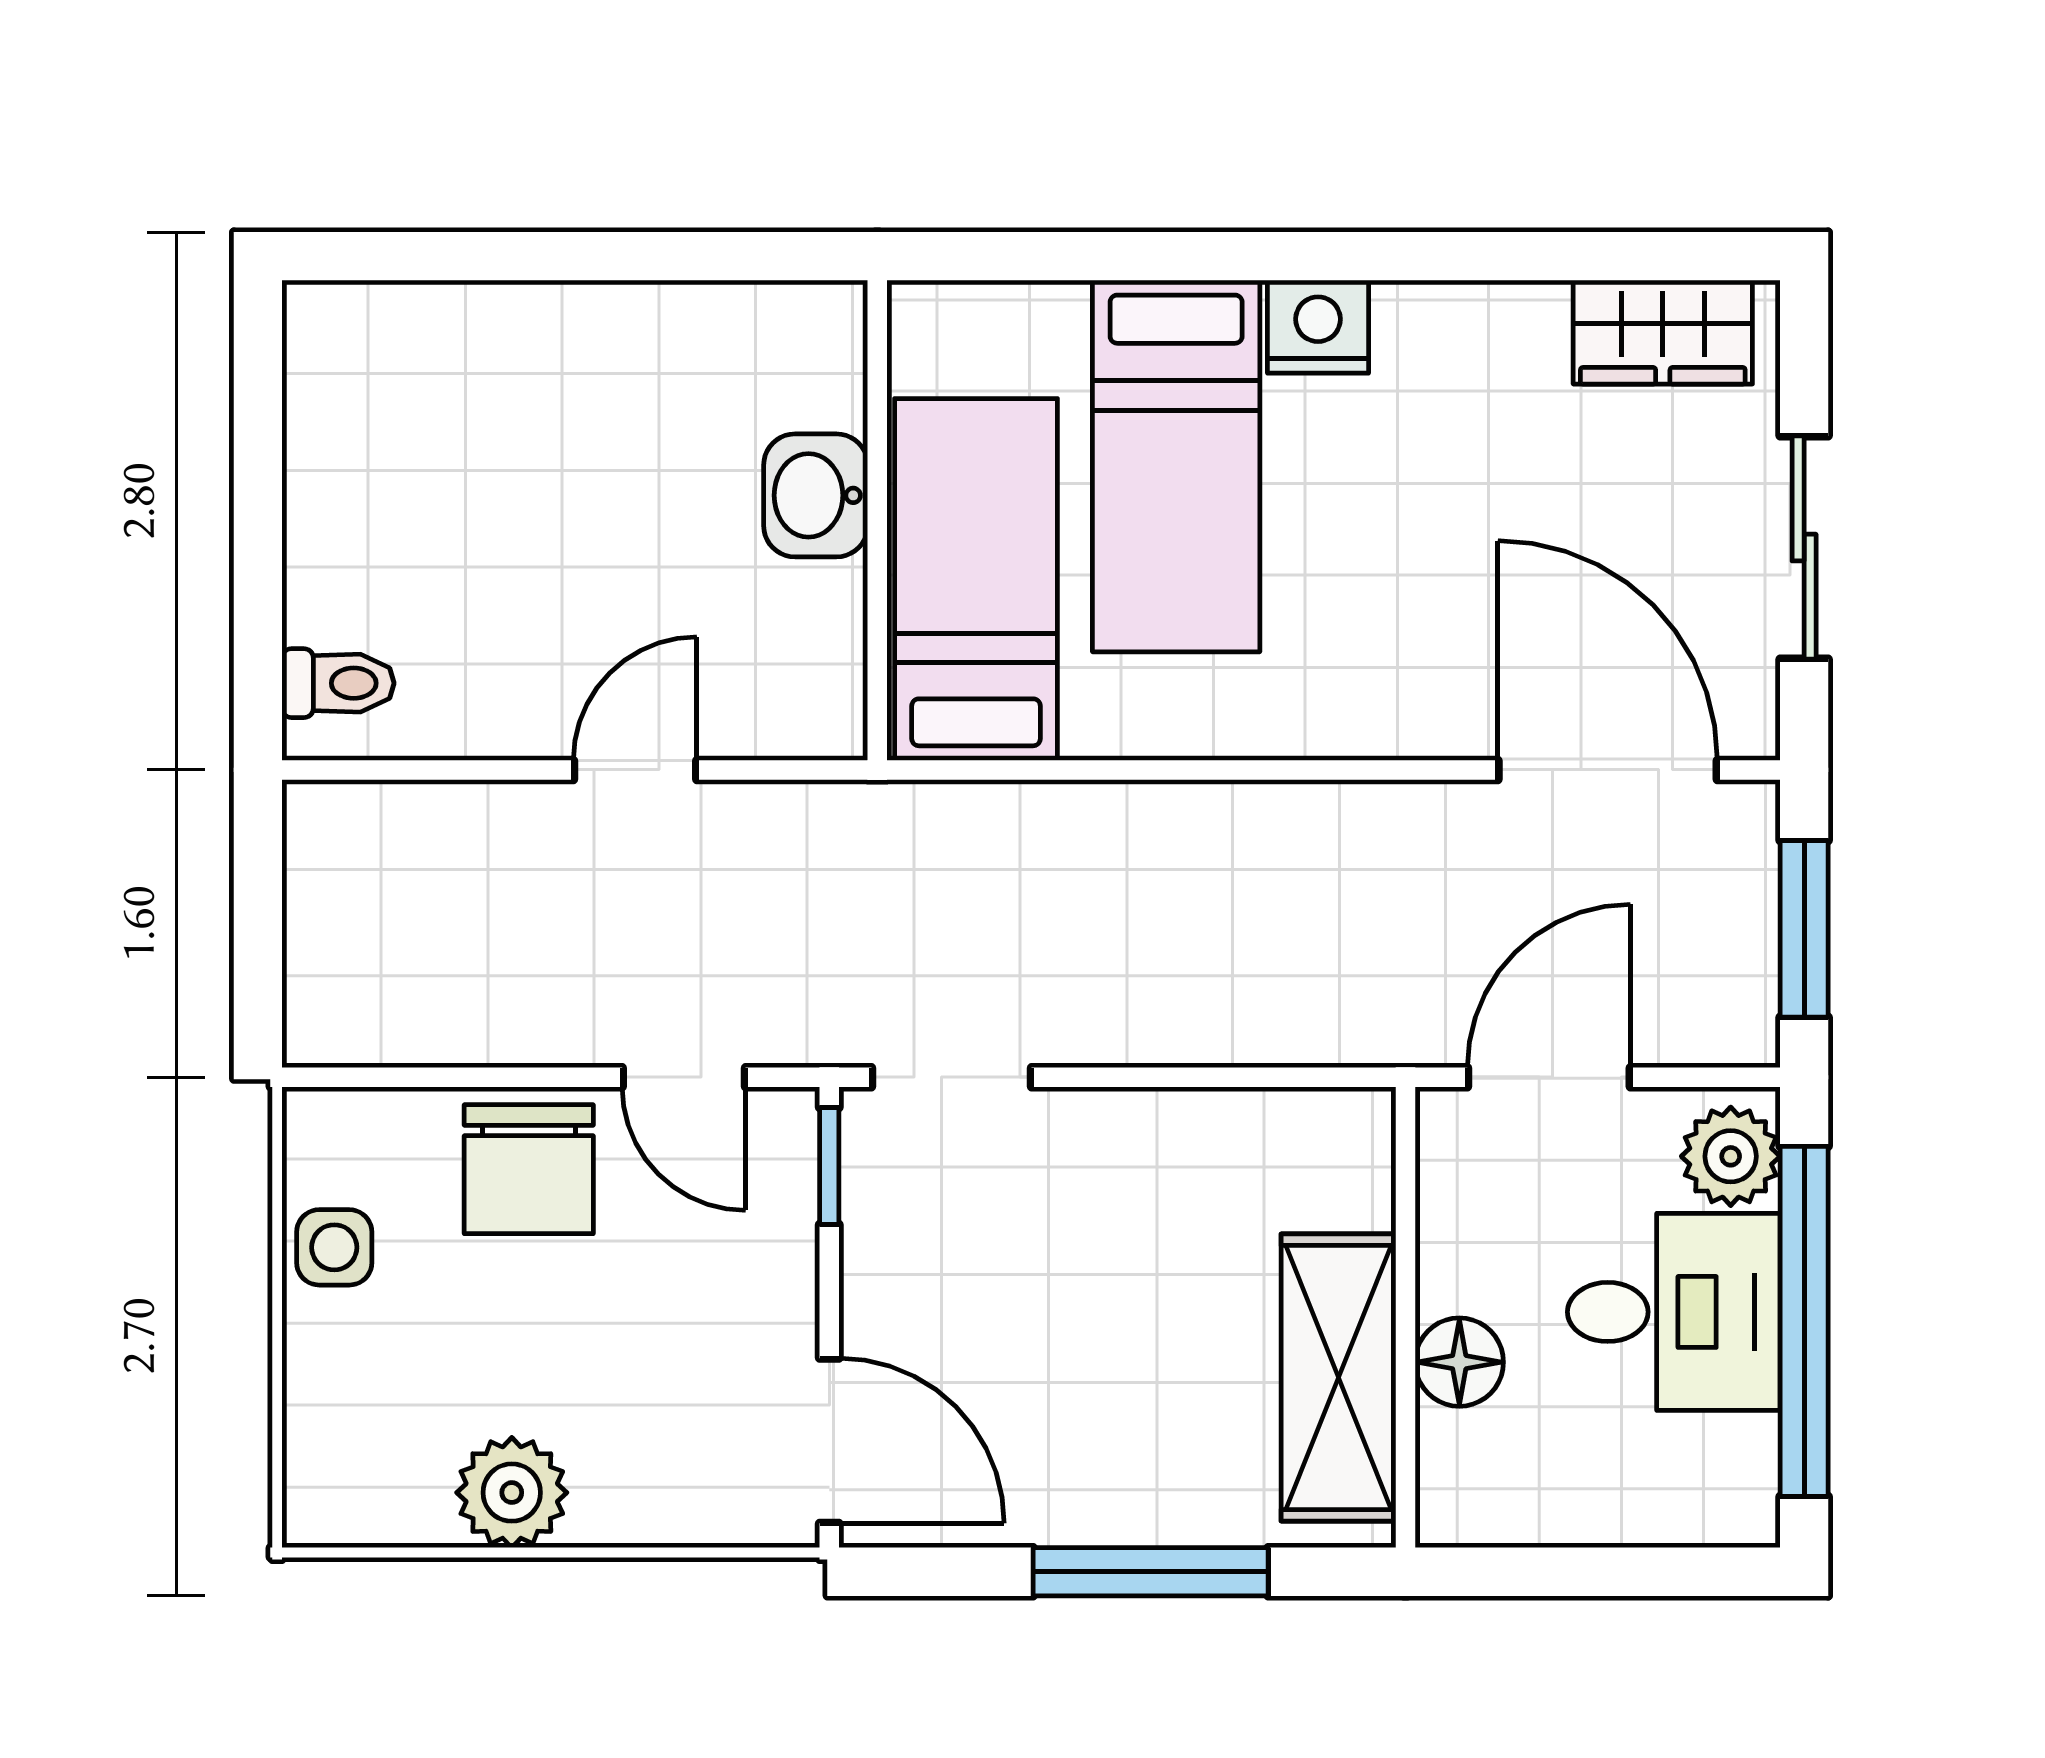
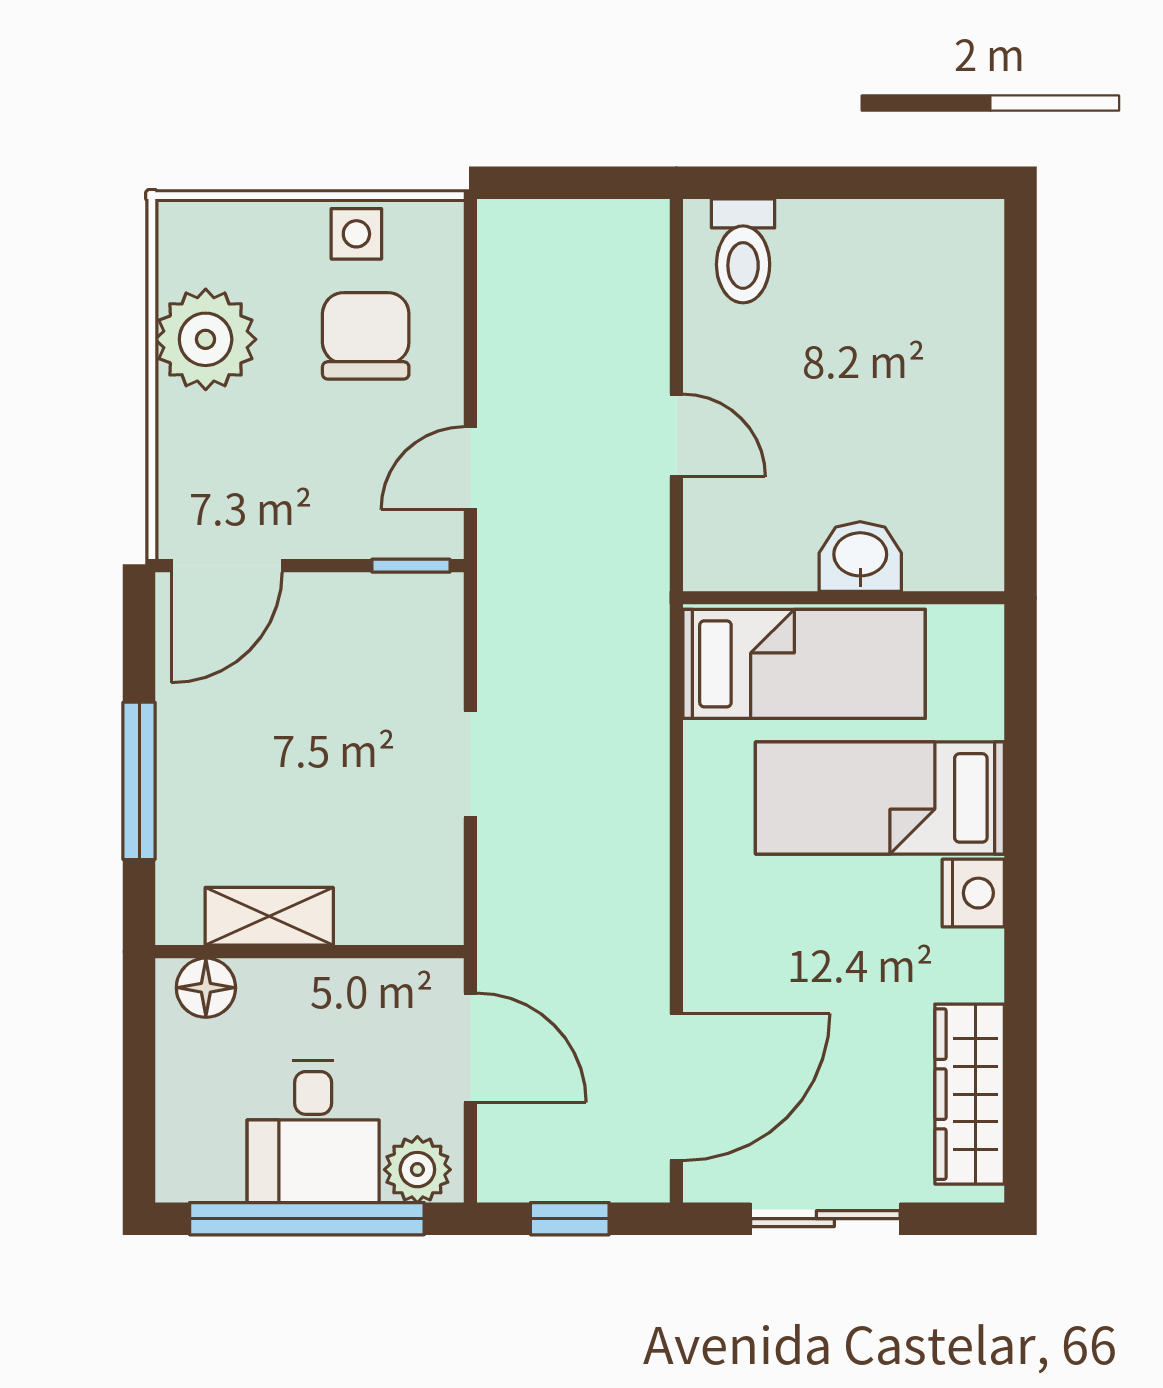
wardrobe: (1663, 332) -> (970, 1094), width x1.50
toilet: (338, 683) -> (743, 251), width x1.37, depth x1.39
window: (1804, 929) -> (570, 1219), width x0.67
doorway: (951, 1077) -> (470, 764), moved
chair: (529, 1169) -> (366, 336), moved, turned 90
floor lamp: (1459, 1362) -> (206, 988), moved
shelving: (1338, 1377) -> (269, 916), width x0.67, depth x0.75
plant: (512, 1493) -> (206, 339), width x1.36, depth x1.36

